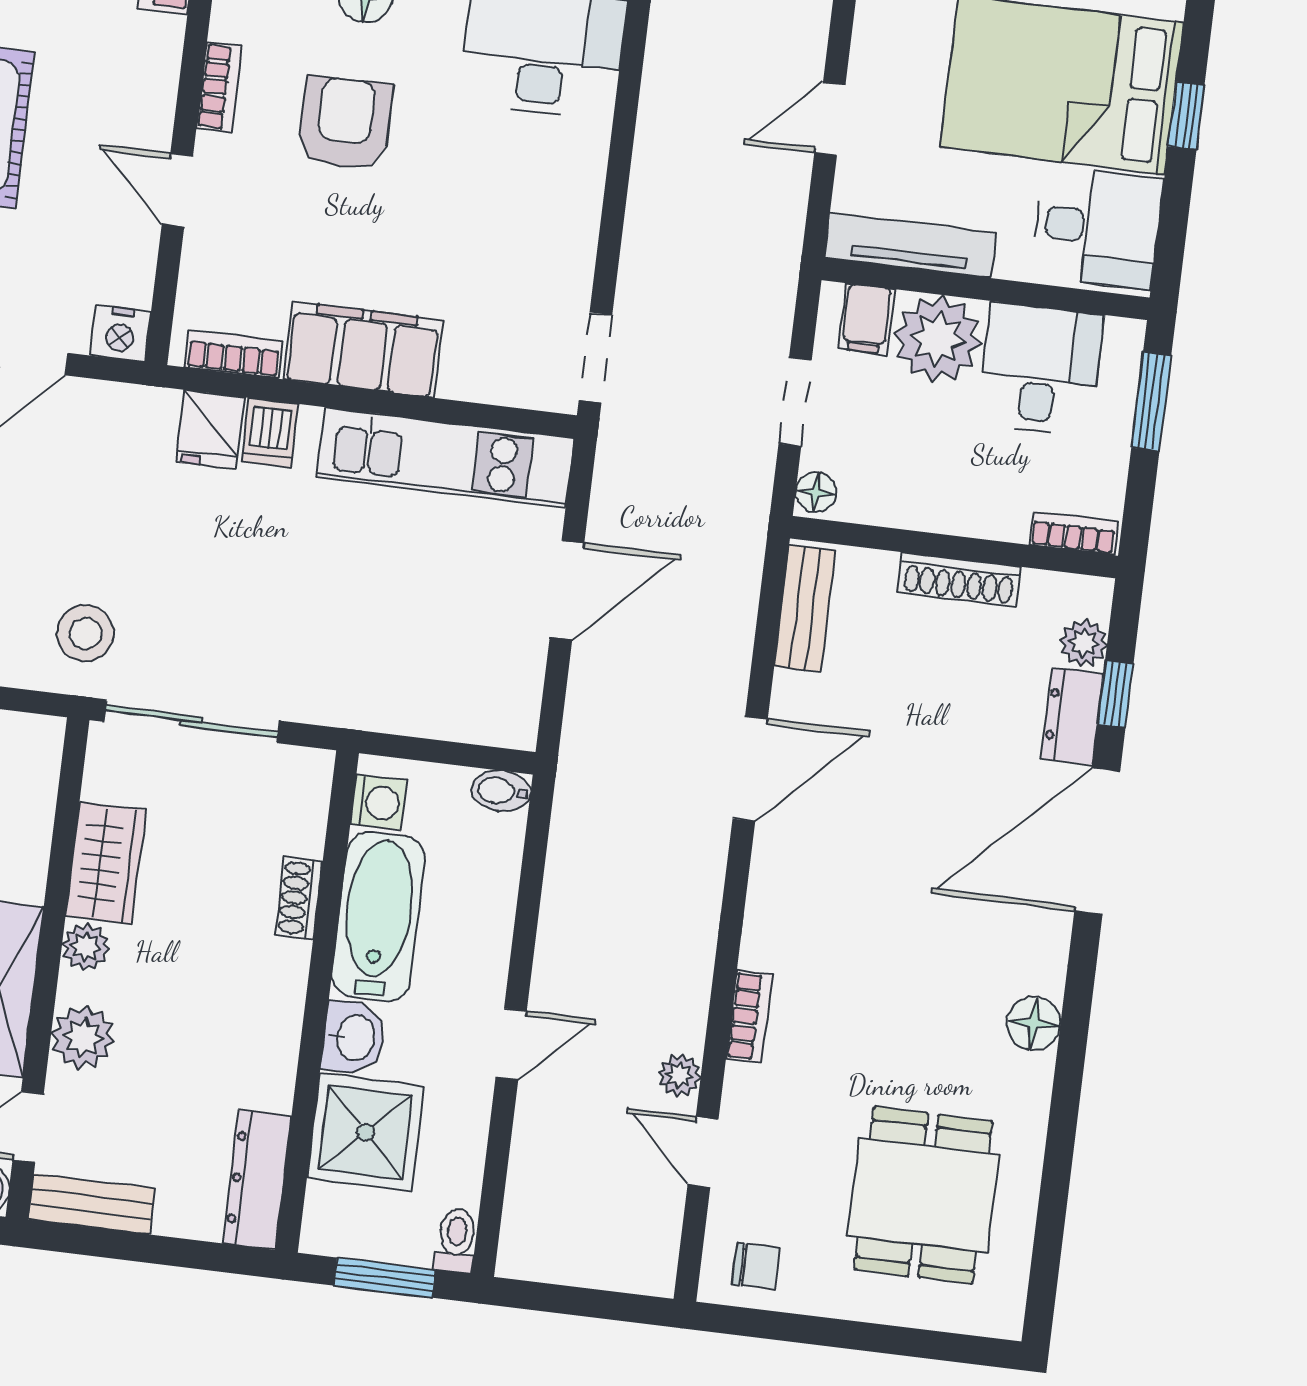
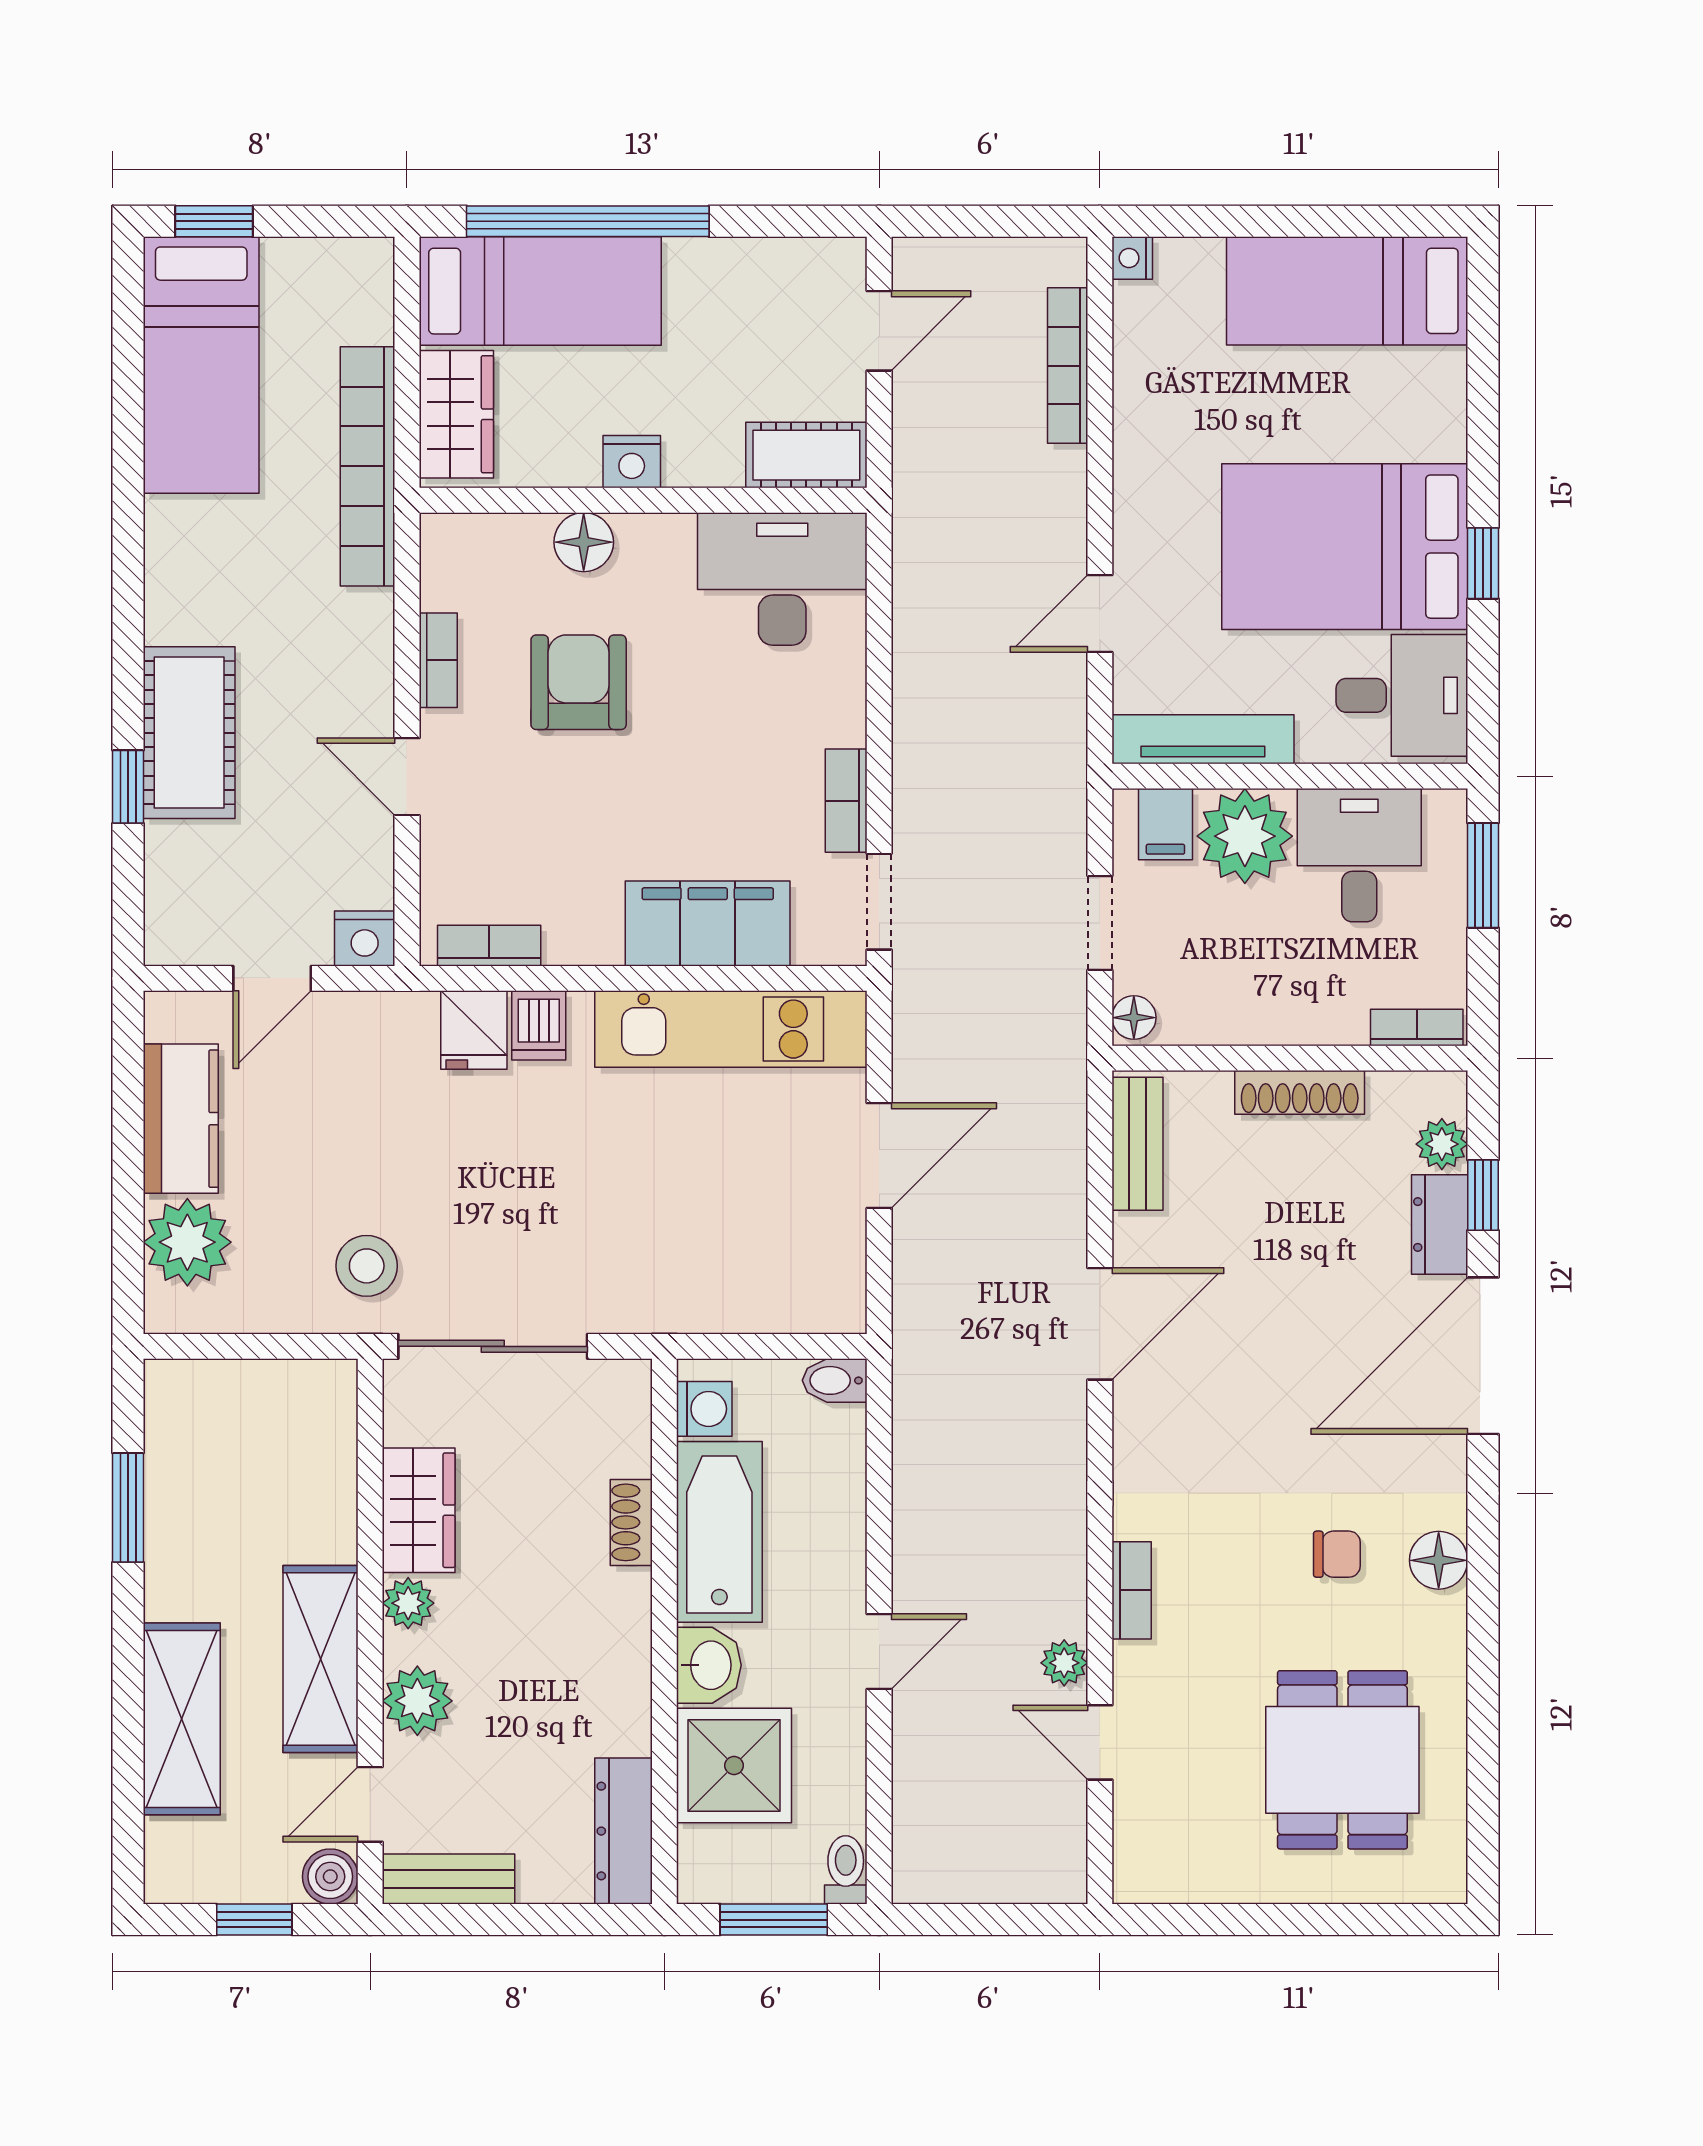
bookcase: (577, 261) -> (846, 801), added
filing cabinet: (363, 349) -> (708, 924), moved
chair: (756, 1266) -> (1337, 1554), moved

